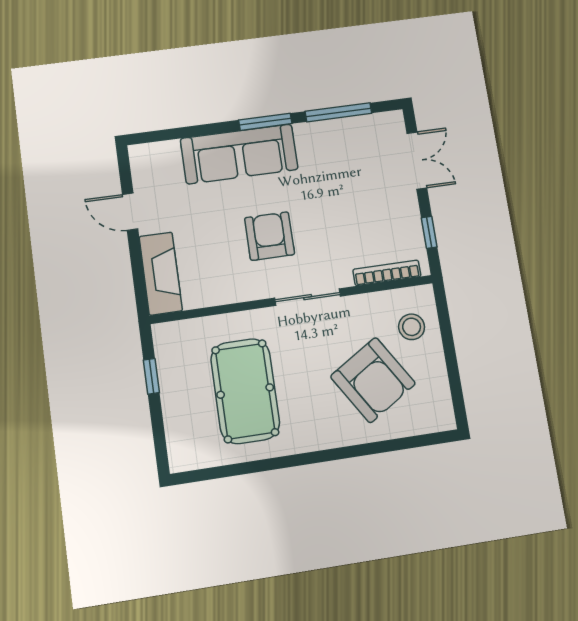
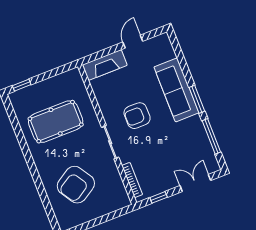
double door: (417, 160) -> (195, 183), swing flipped
armchair: (270, 236) -> (137, 116), turned 180
stool: (412, 327) -> (107, 199), removed
window: (151, 376) -> (22, 85), moved

